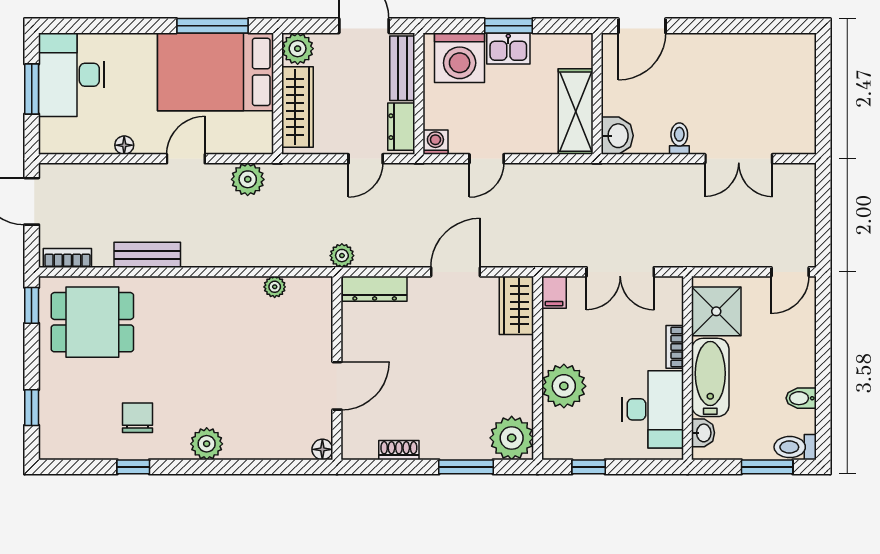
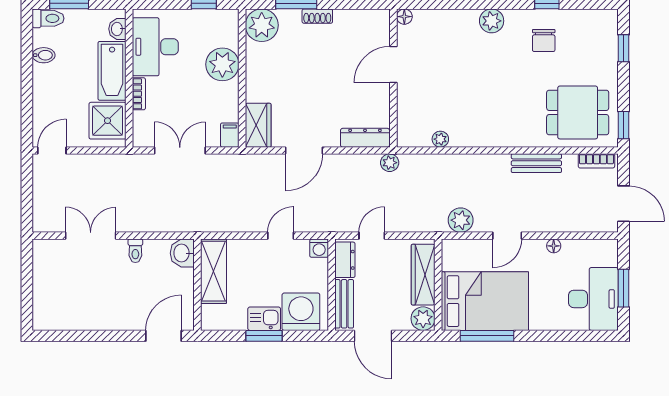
shoe rack: (399, 450) -> (317, 16), moved

